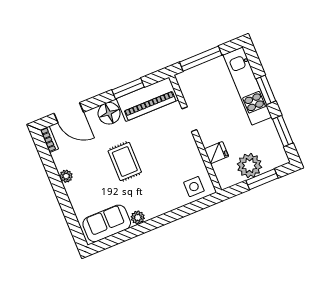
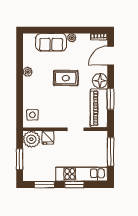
plant: (249, 166) -> (31, 139), moved
sofa: (107, 223) -> (51, 42), moved, turned 90

